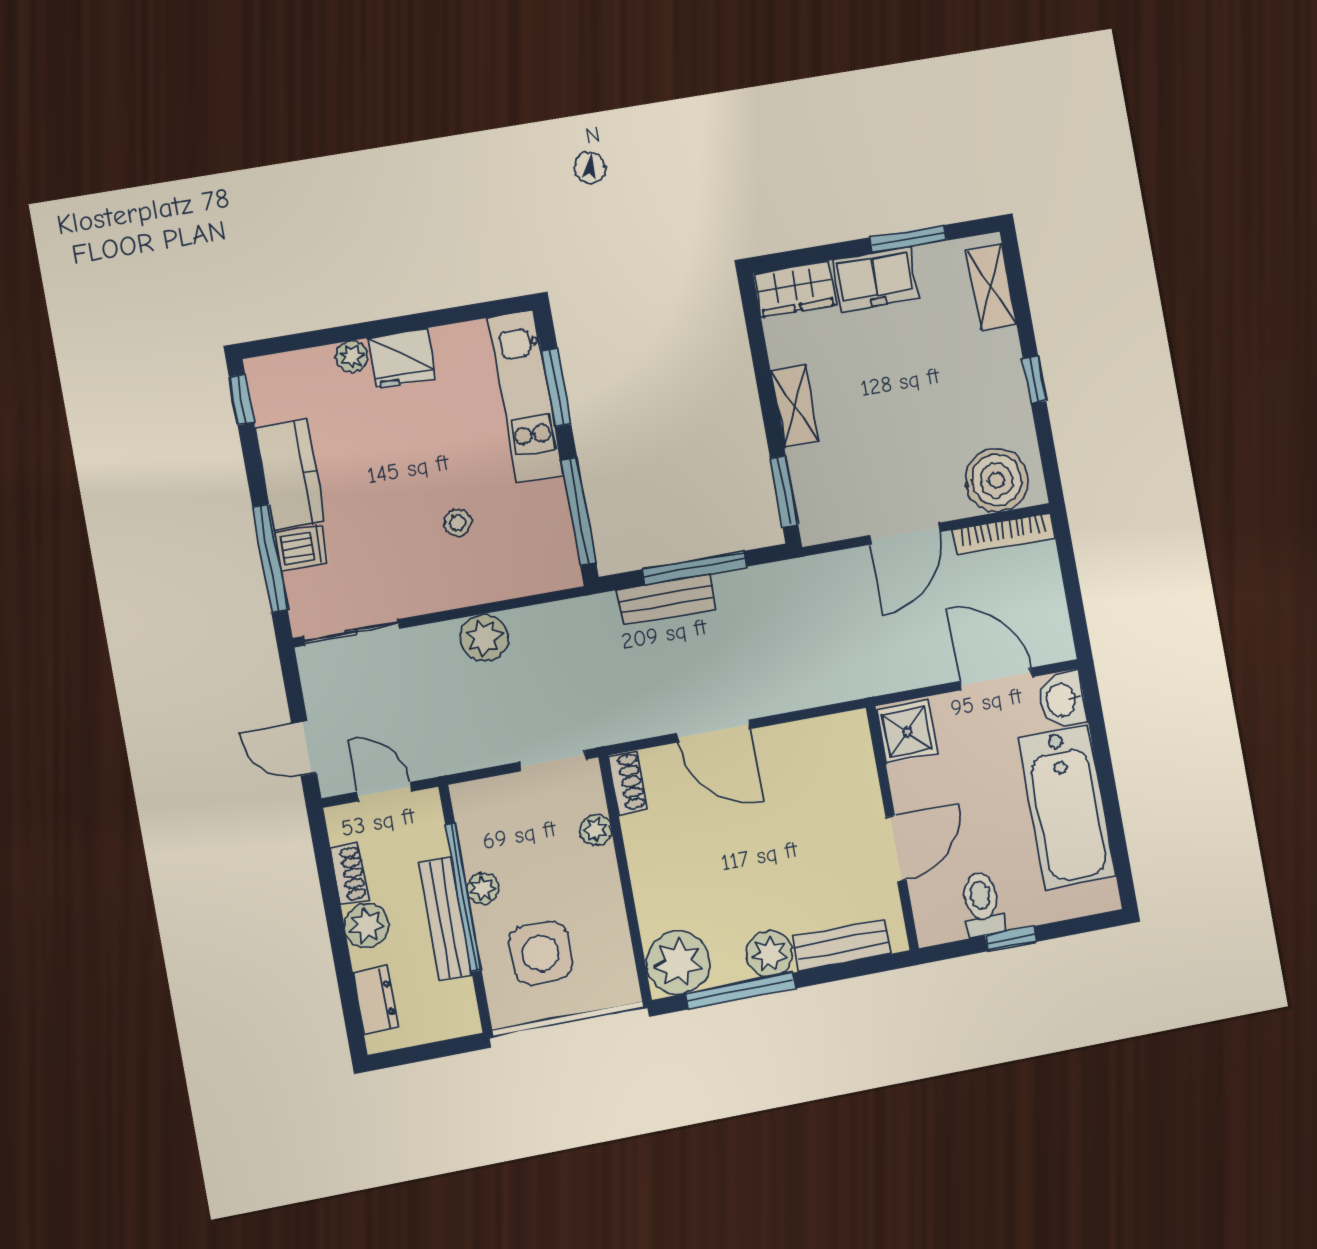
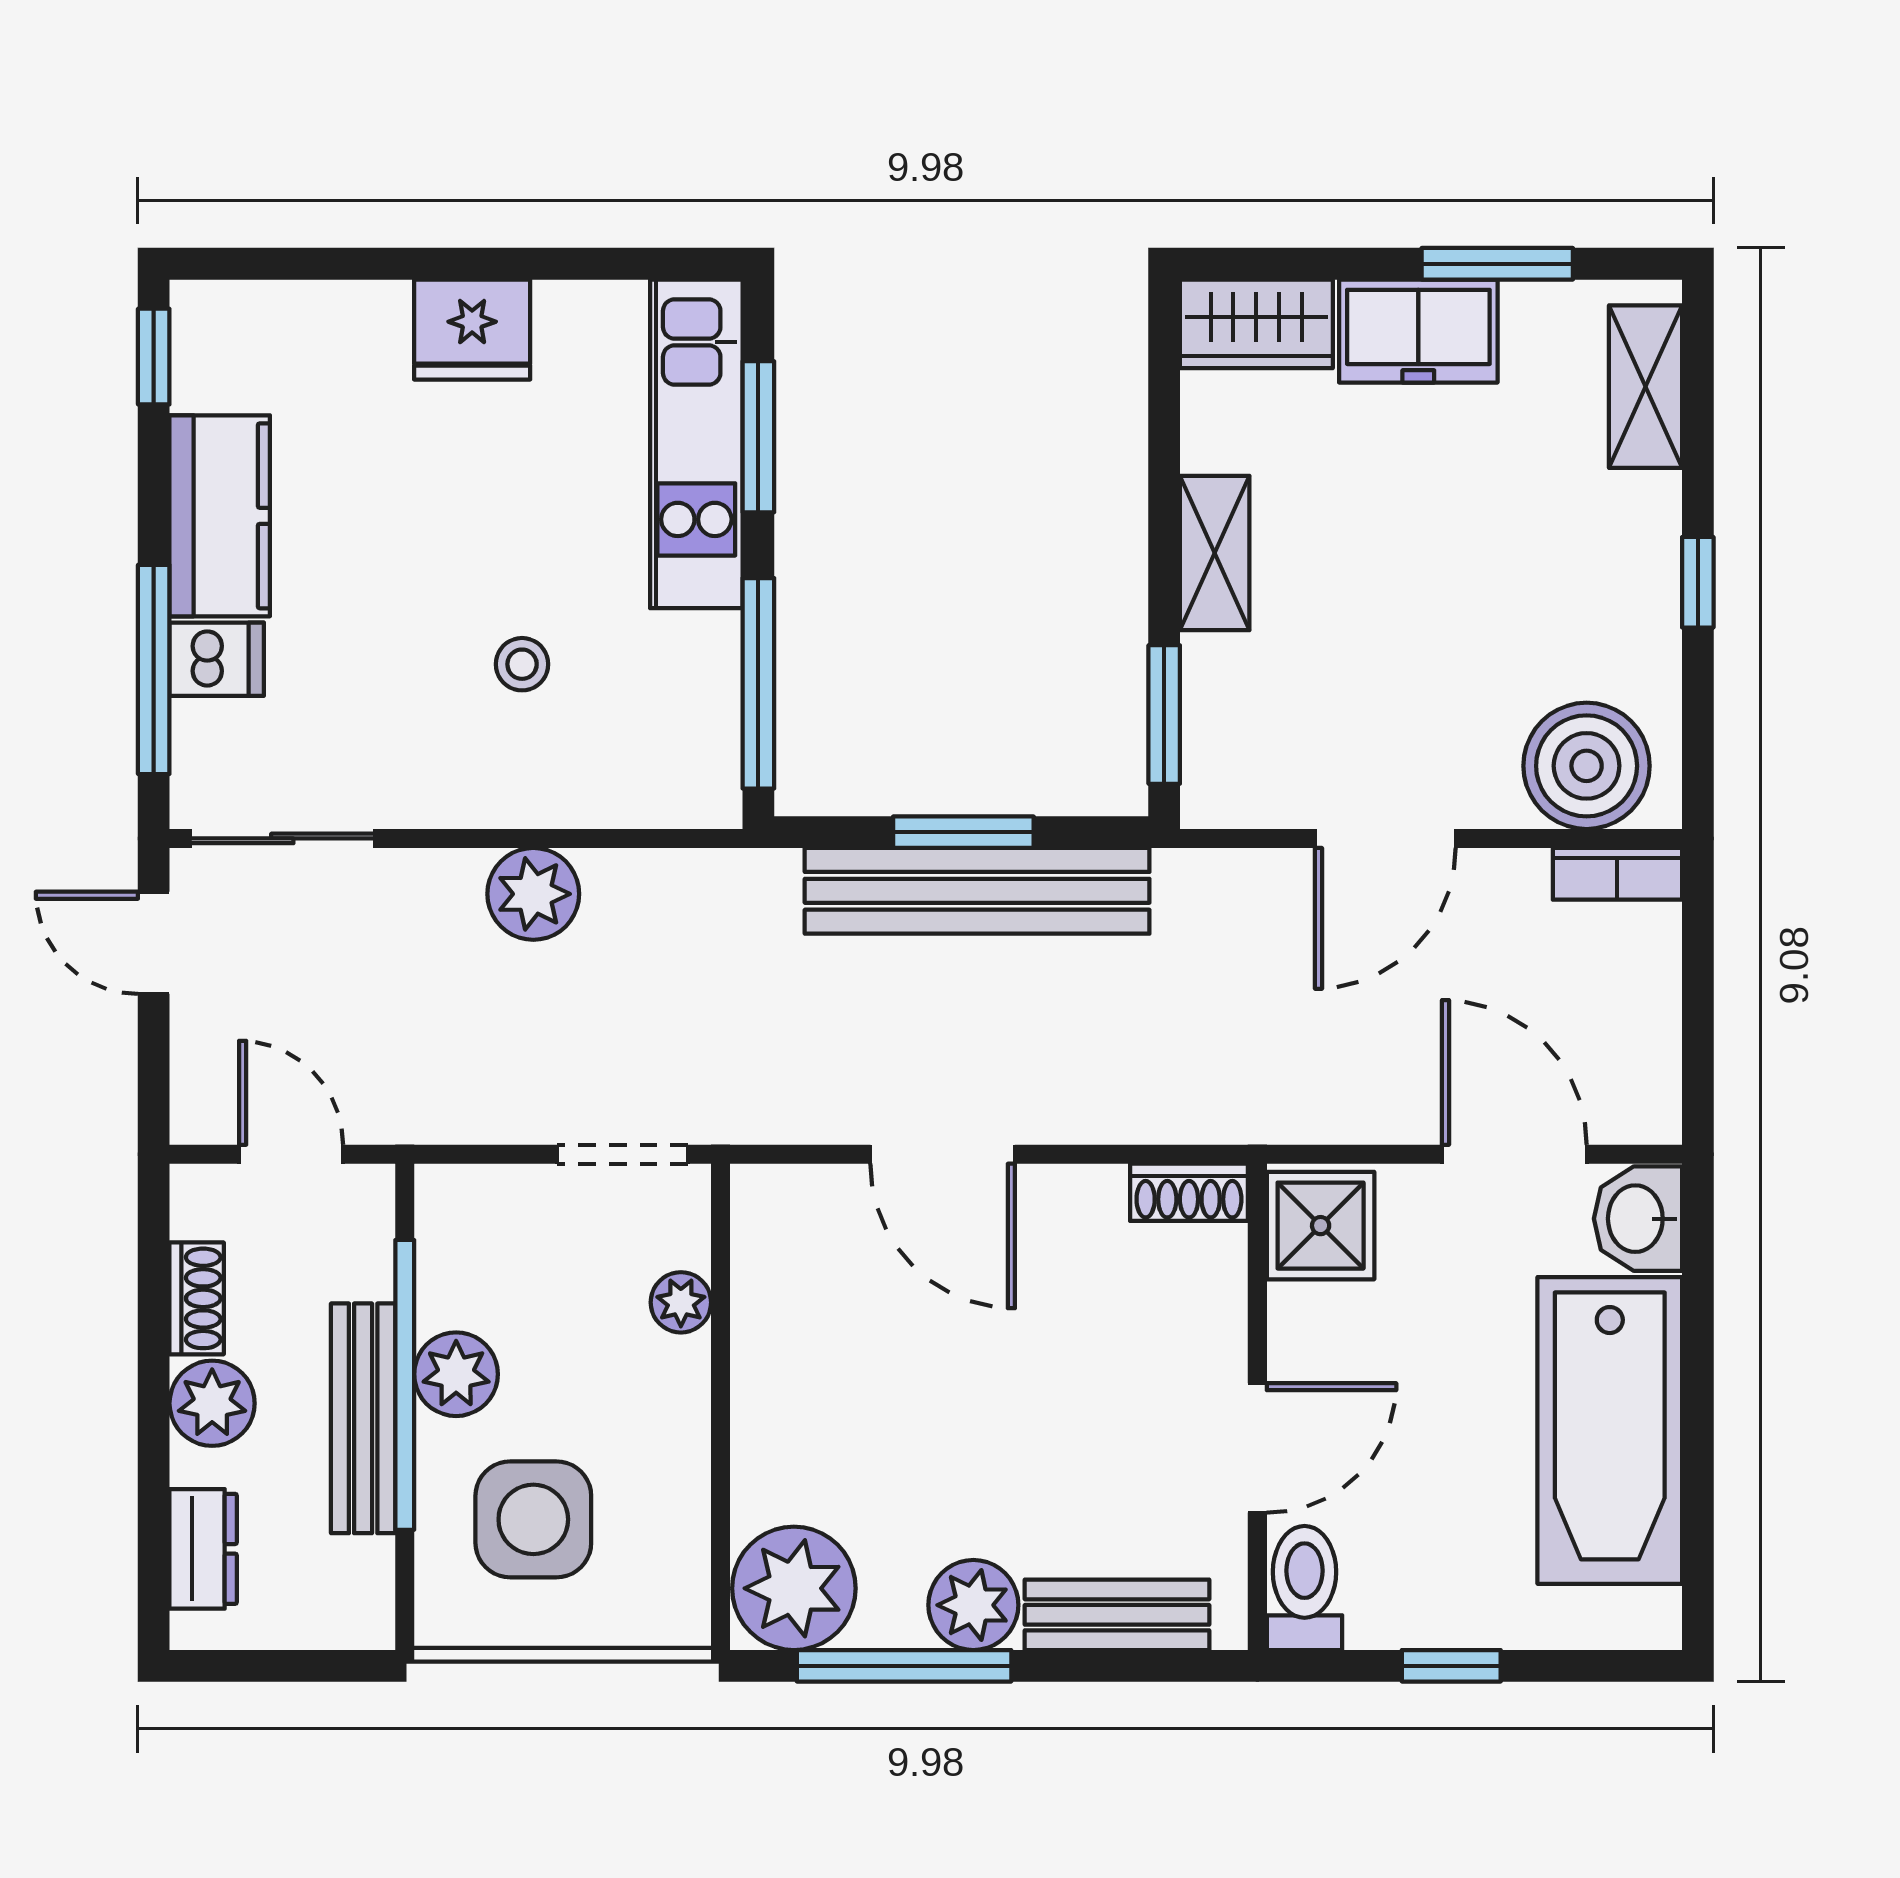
plant: (352, 357) -> (377, 310), removed
bookcase: (1004, 534) -> (1617, 874), width x0.64
window: (695, 568) -> (963, 832), width x0.69
bench: (666, 599) -> (977, 891), width x1.86, depth x1.21
door: (304, 748) -> (154, 943), moved
shoe rack: (627, 782) -> (1189, 1192), moved, turned 90
plant: (483, 888) -> (456, 1374), width x1.38, depth x1.38
toilet: (982, 904) -> (1304, 1588), moved

